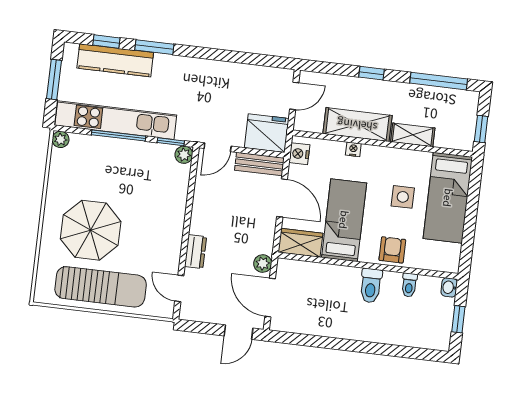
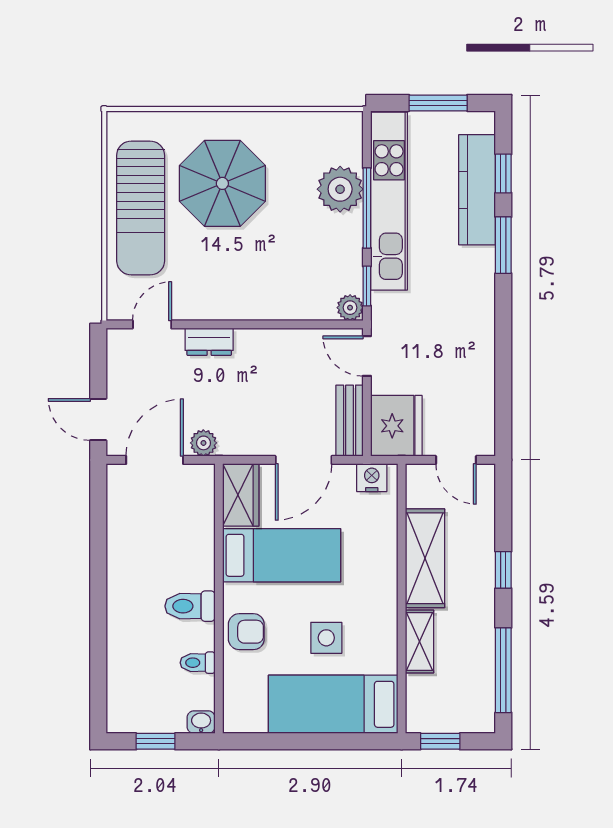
plant: (61, 139) -> (340, 189), moved, width x1.88, depth x1.88
nightstand: (353, 149) -> (388, 556), removed

